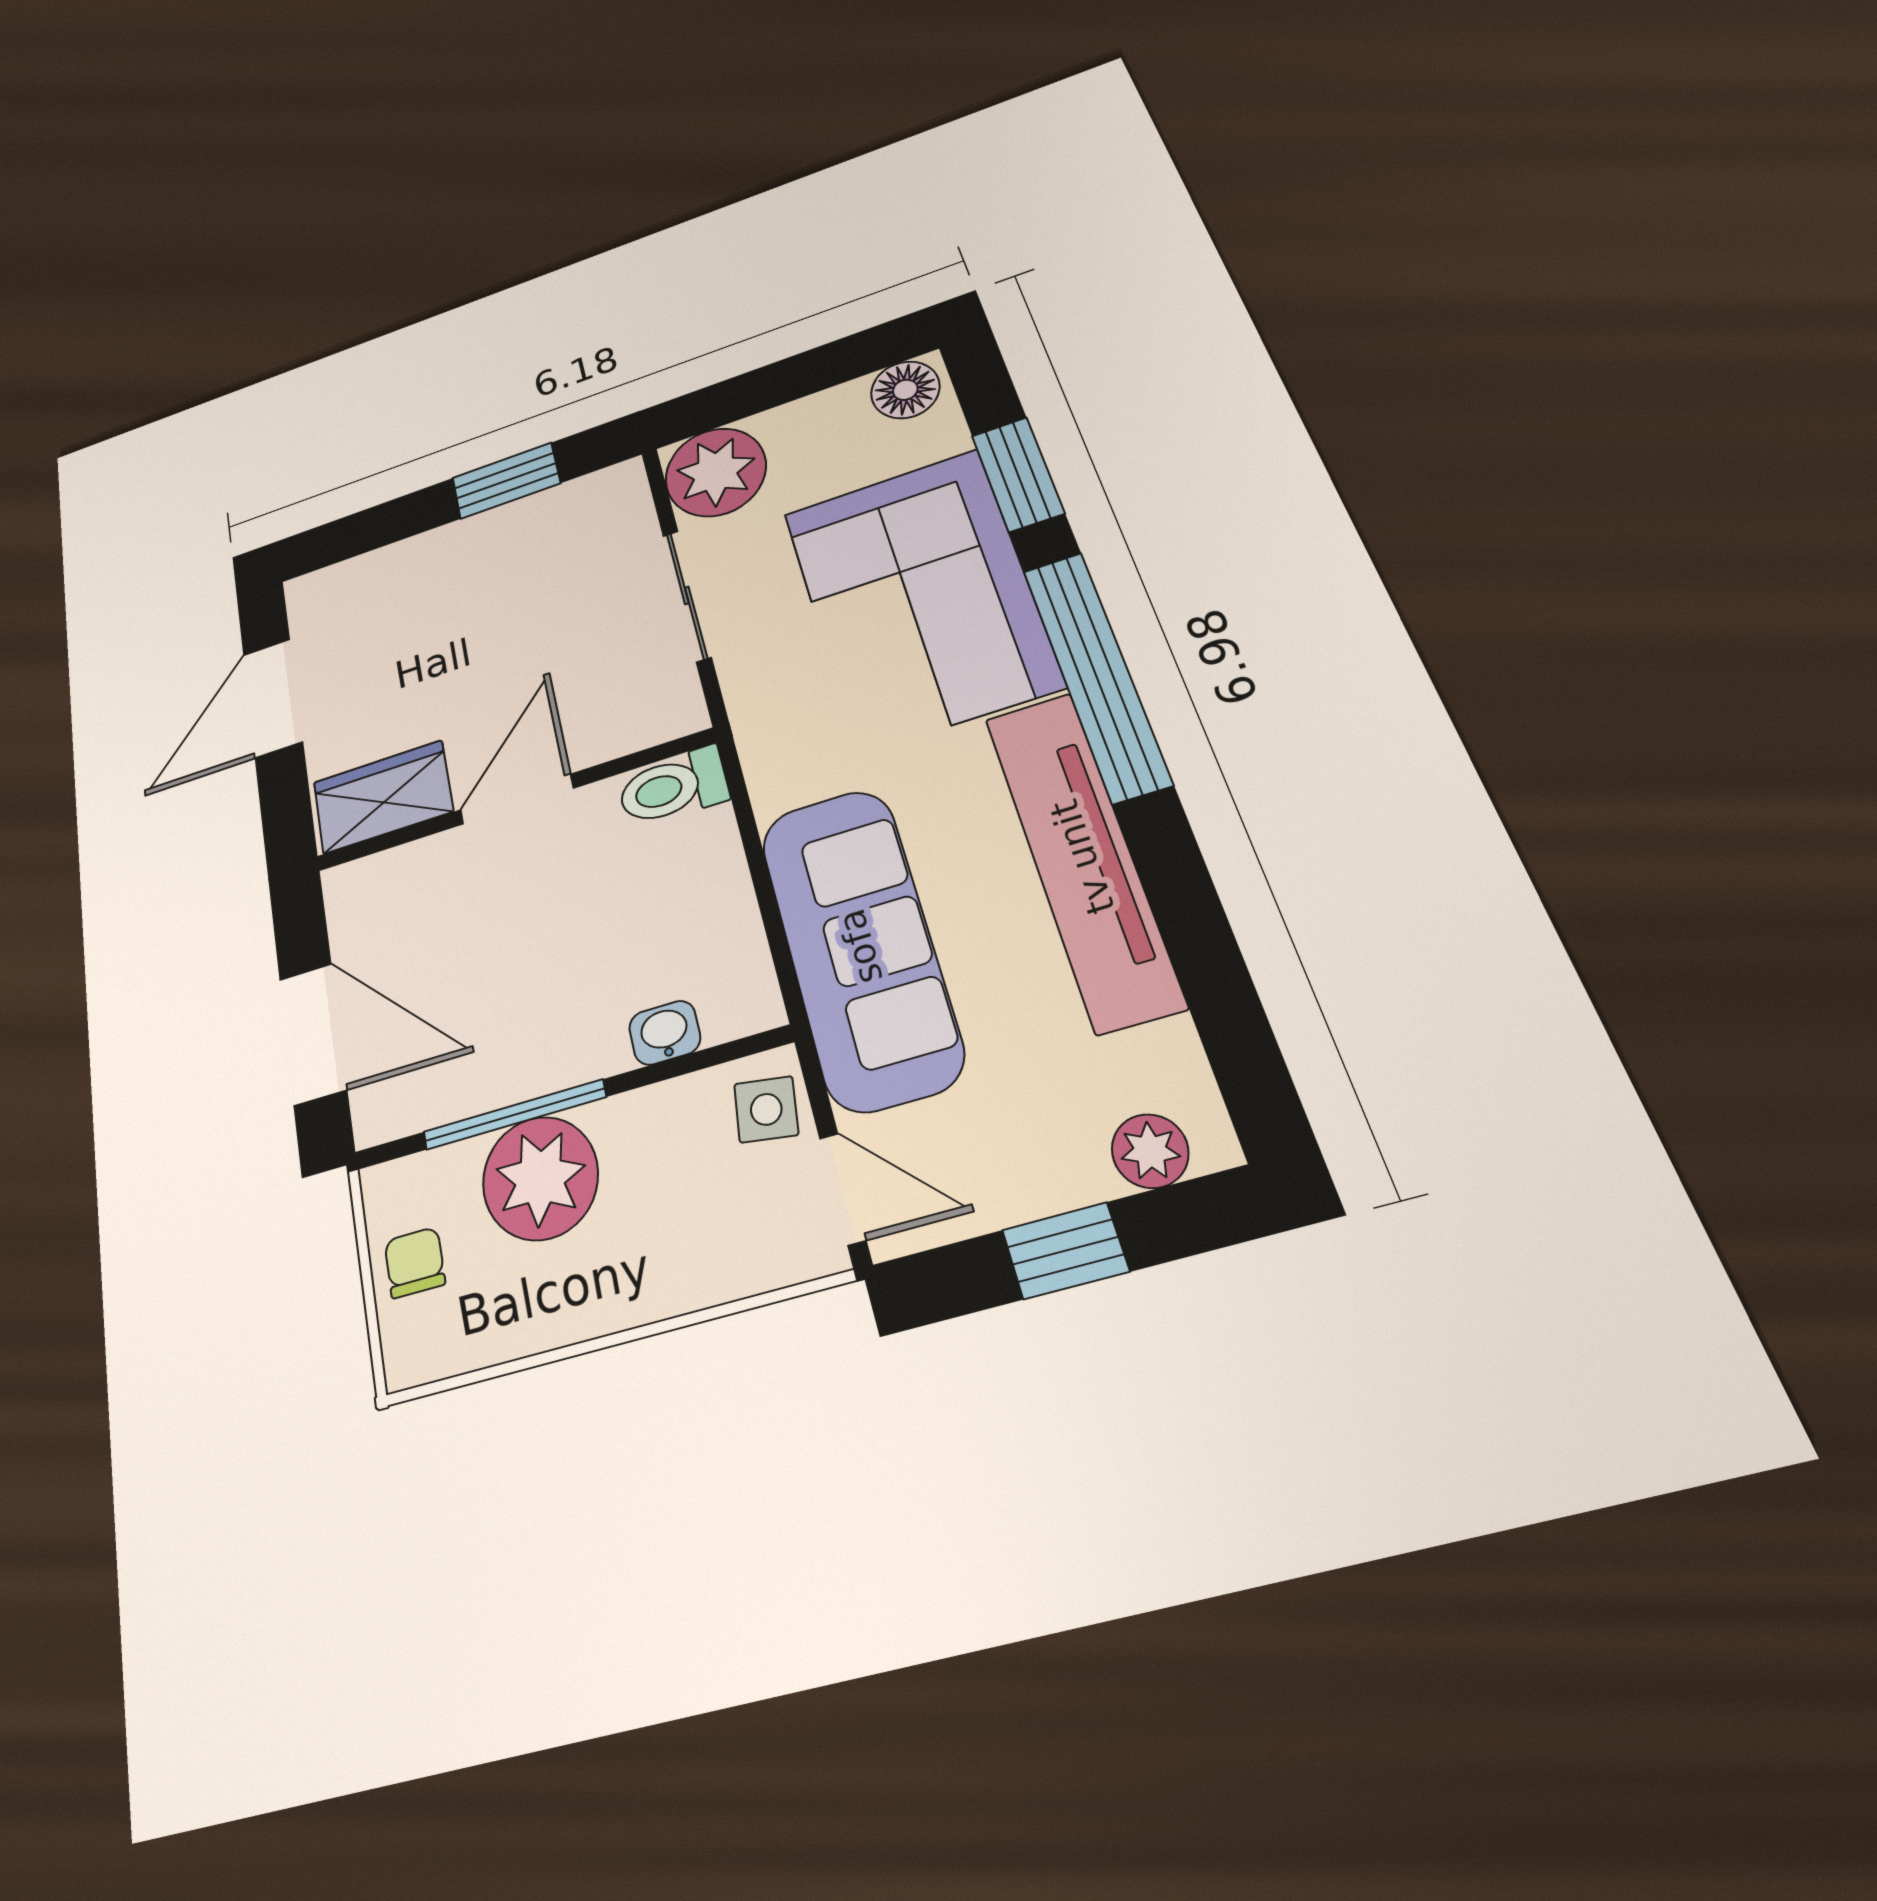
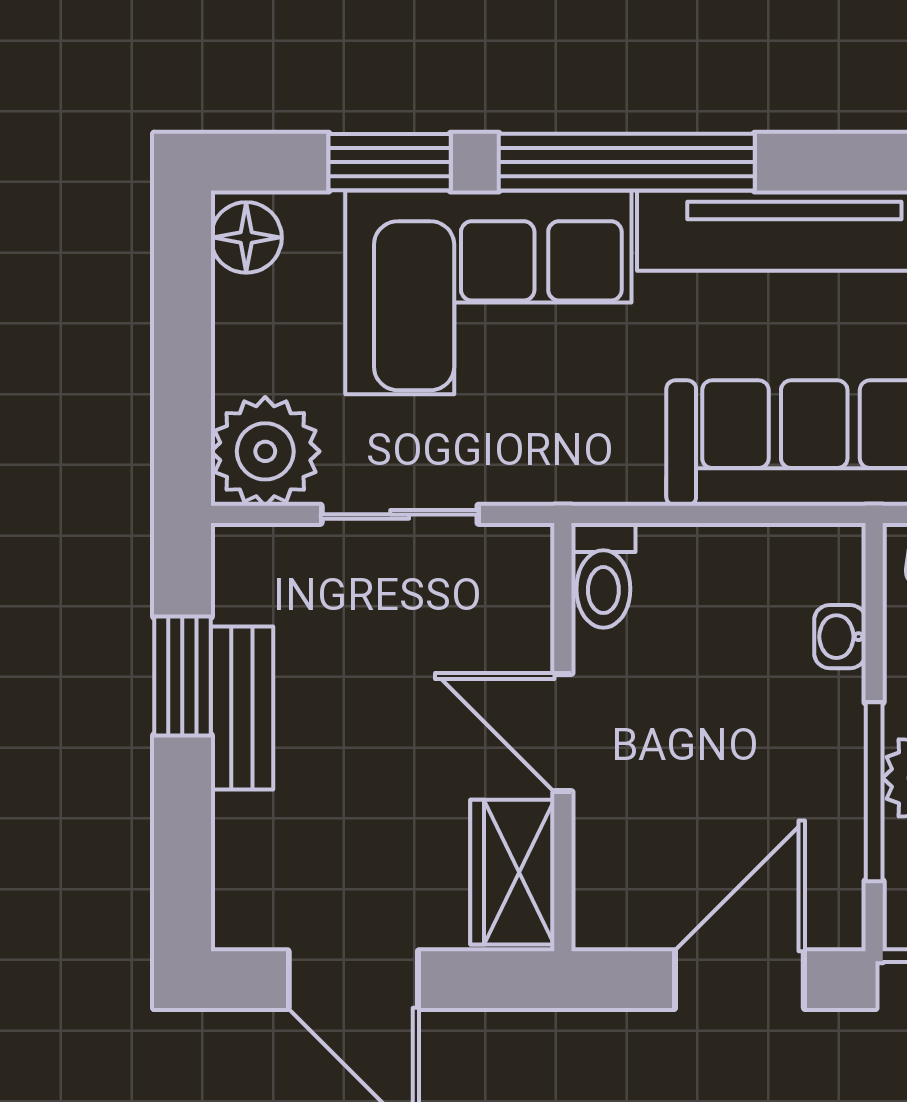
bench: (488, 534) -> (242, 708), added

